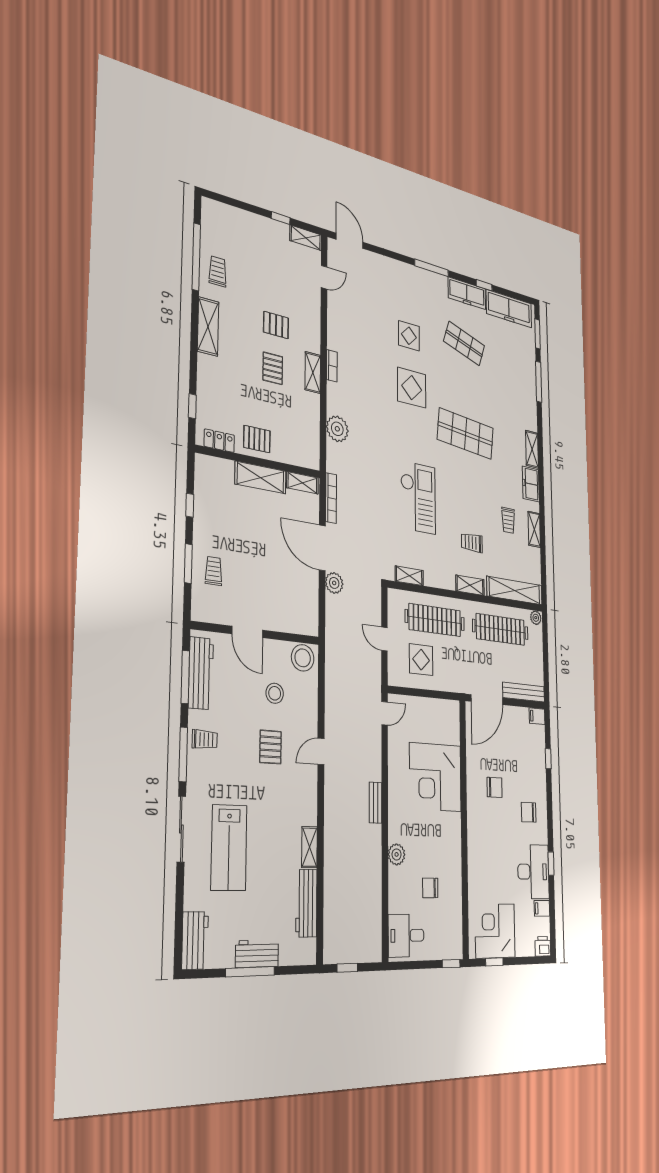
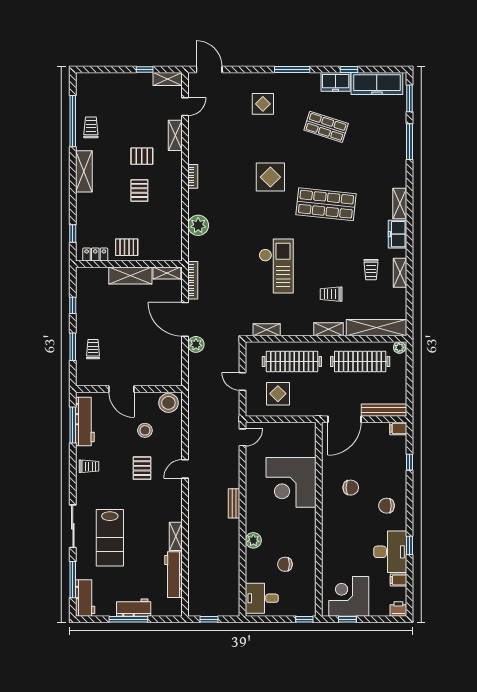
freezer: (467, 293) -> (336, 82), width x0.71
display table: (409, 336) -> (263, 104), moved
shelving: (313, 373) -> (175, 135), moved
window: (183, 754) -> (73, 580), moved

